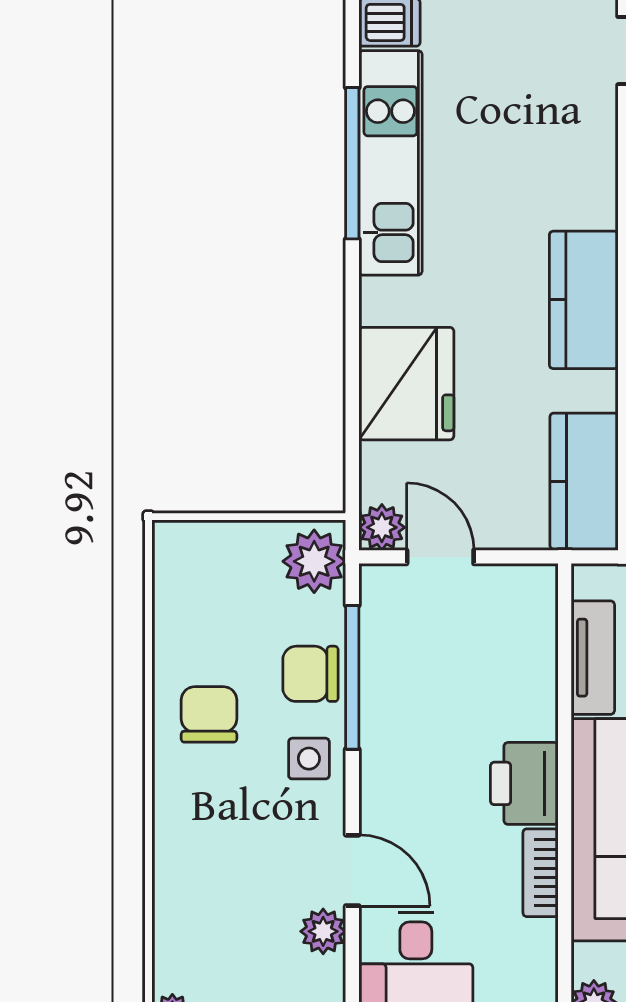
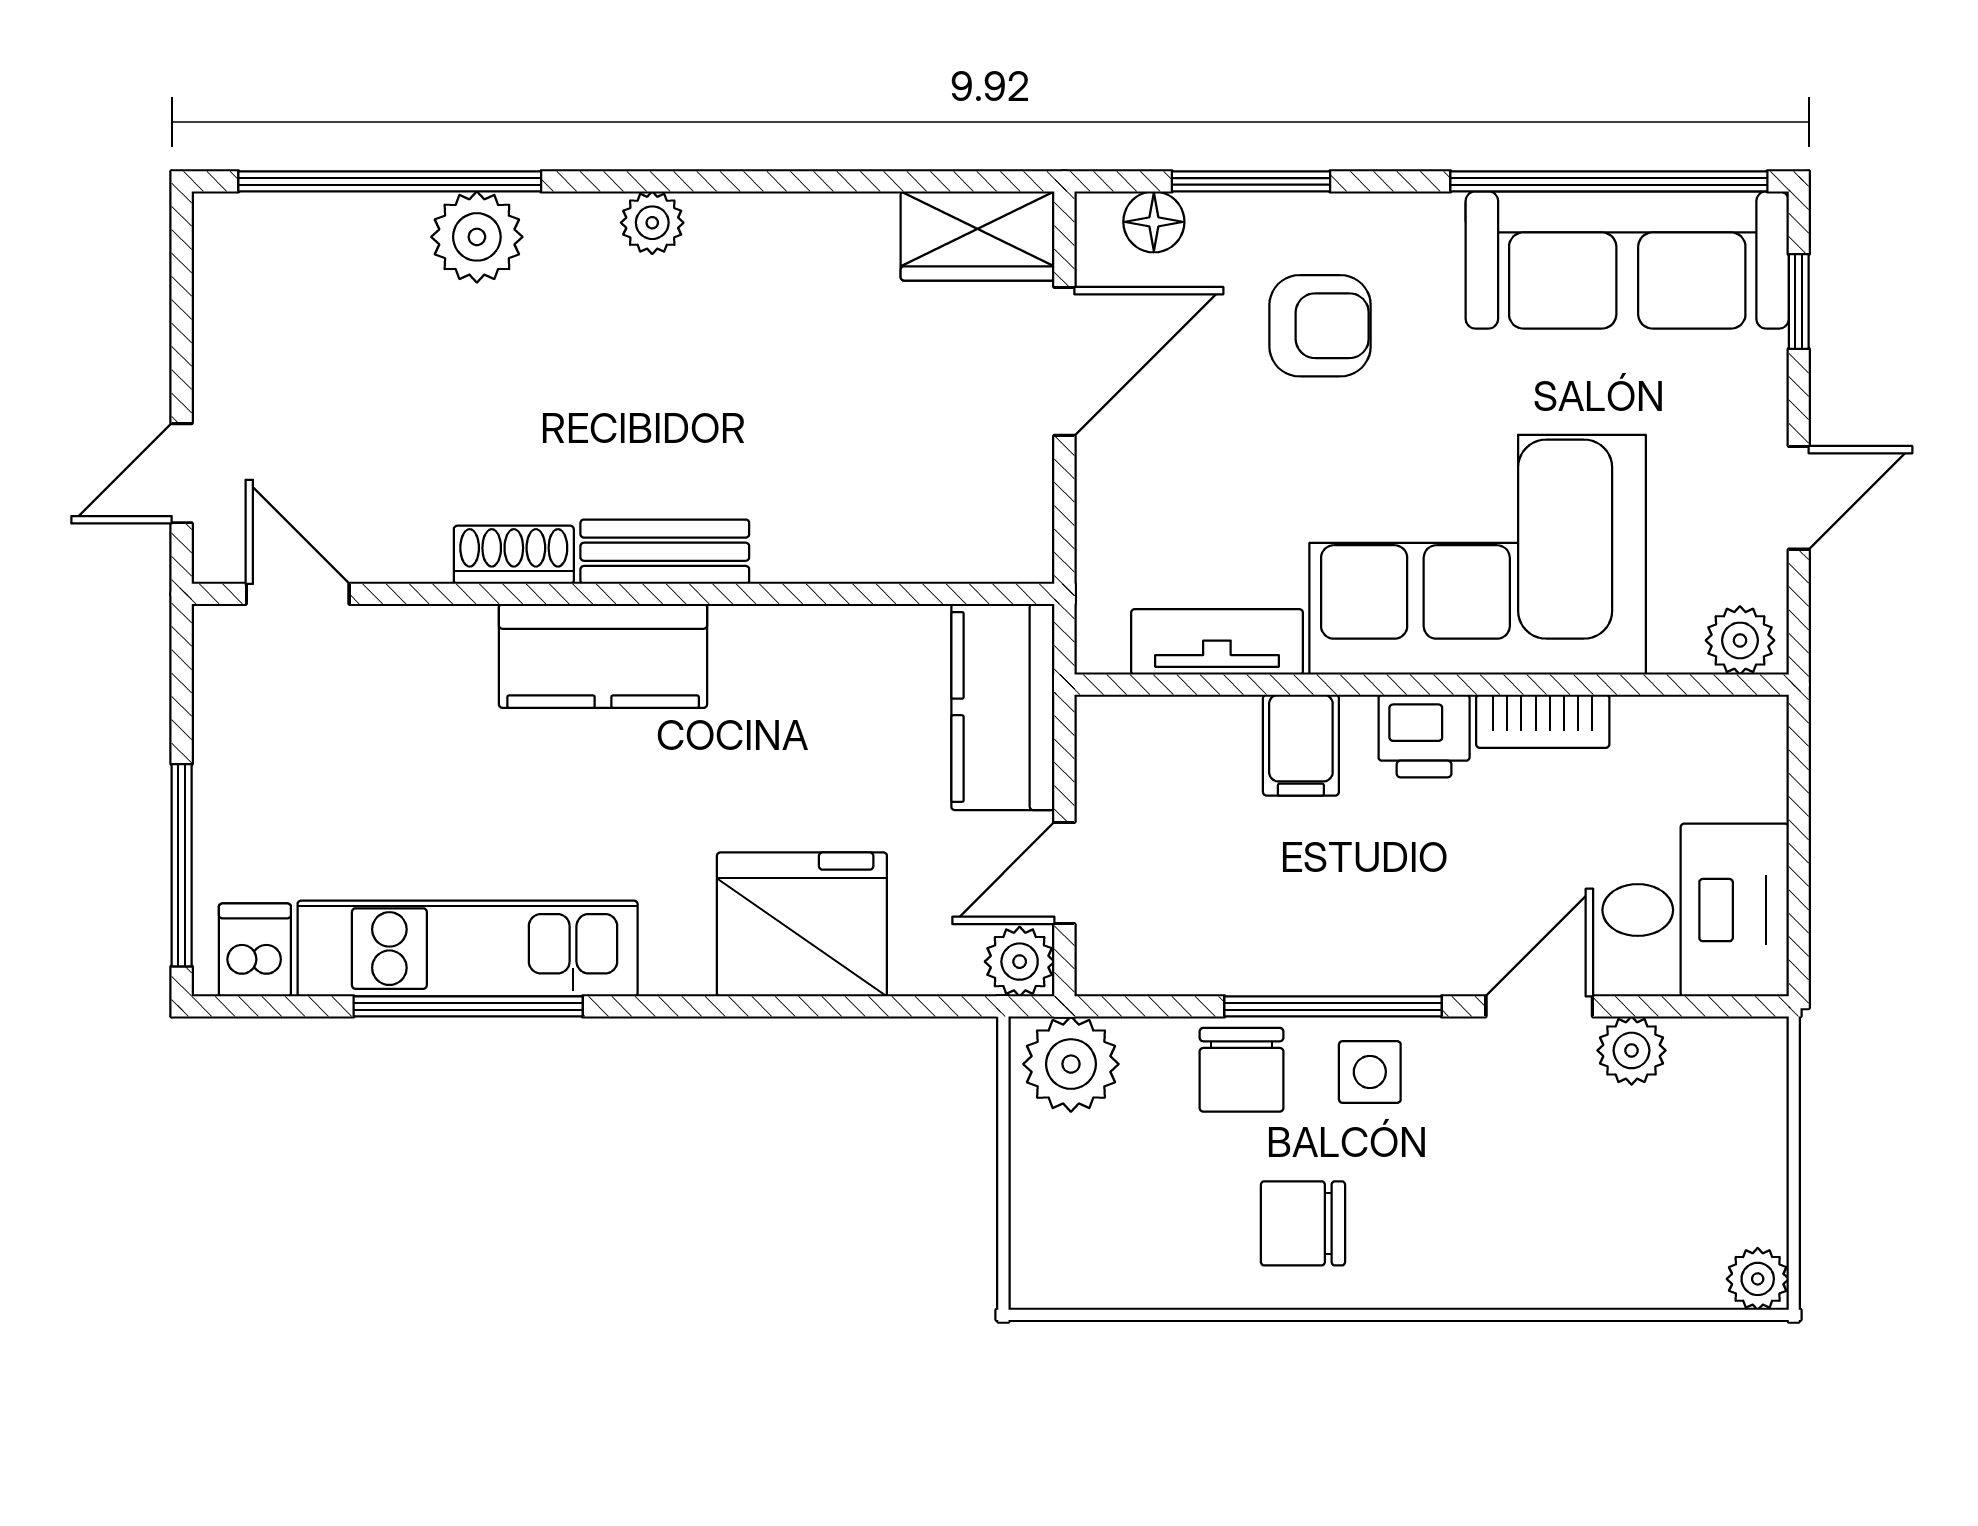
kitchen counter: (584, 300) -> (603, 656), moved
kitchen counter: (584, 481) -> (1003, 707), moved, turned 90
window: (352, 677) -> (1333, 1006), moved
filing cabinet: (525, 713) -> (1301, 745), added
printer: (524, 783) -> (1424, 736), width x0.73, depth x0.81

